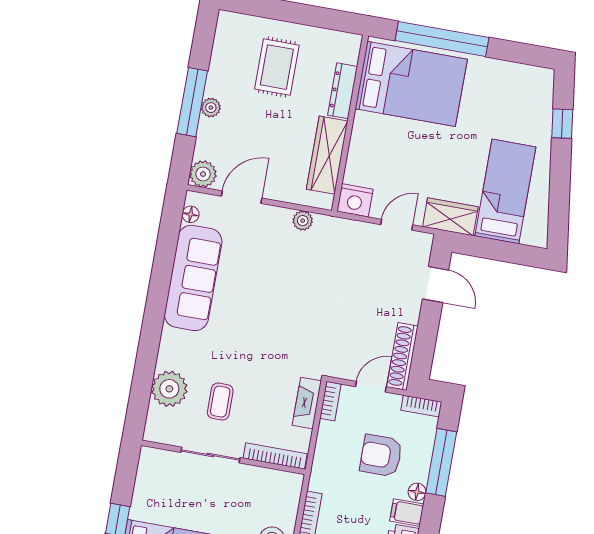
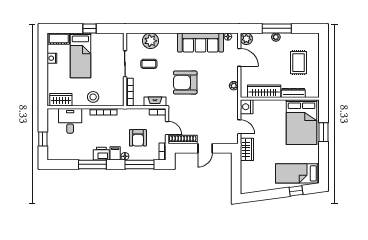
window: (442, 39) -> (323, 132), width x0.47
rug: (277, 67) -> (298, 63), turned 90
bed: (505, 191) -> (297, 173), moved, turned 180
door: (436, 285) -> (205, 148), moved
armchair: (276, 328) -> (185, 82), added
armchair: (381, 456) -> (138, 138), turned 180

